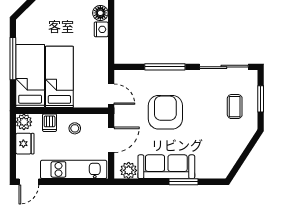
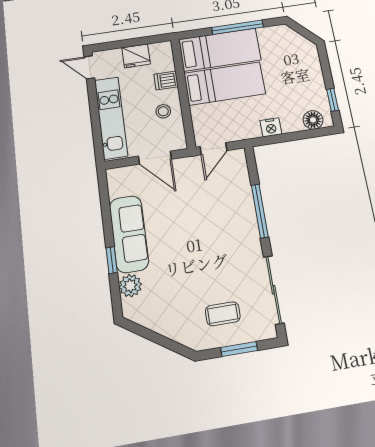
nightstand: (101, 29) -> (271, 127), moved
armchair: (165, 112) -> (201, 221), removed
plant: (24, 122) -> (163, 51), removed
plant: (129, 170) -> (130, 286), moved
window: (183, 182) -> (112, 260), width x0.67

